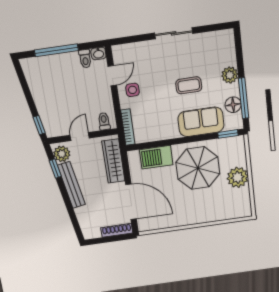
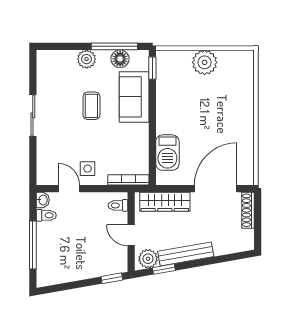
parasol: (198, 168) -> (187, 107), removed

